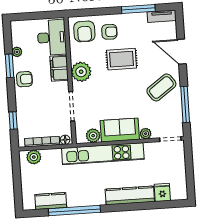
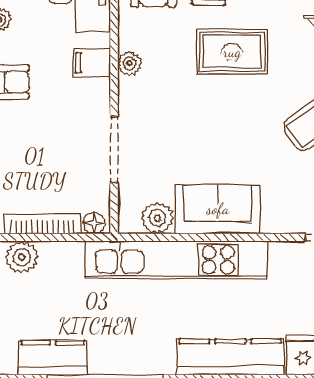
filing cabinet: (59, 68) -> (92, 63), width x0.50
plant: (81, 72) -> (129, 63), width x0.53, depth x0.53
plant: (146, 134) -> (275, 221), removed

